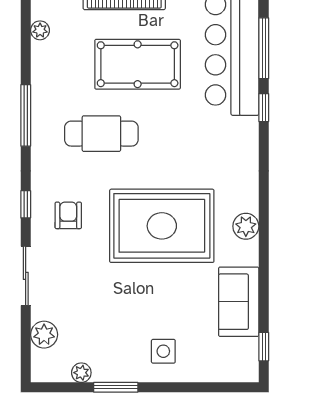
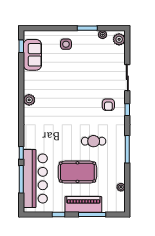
cafe table: (101, 134) -> (94, 141), width x0.73, depth x0.74
rug: (162, 226) -> (67, 100), removed
sofa: (239, 302) -> (32, 55), moved
plant: (44, 335) -> (119, 39), moved

